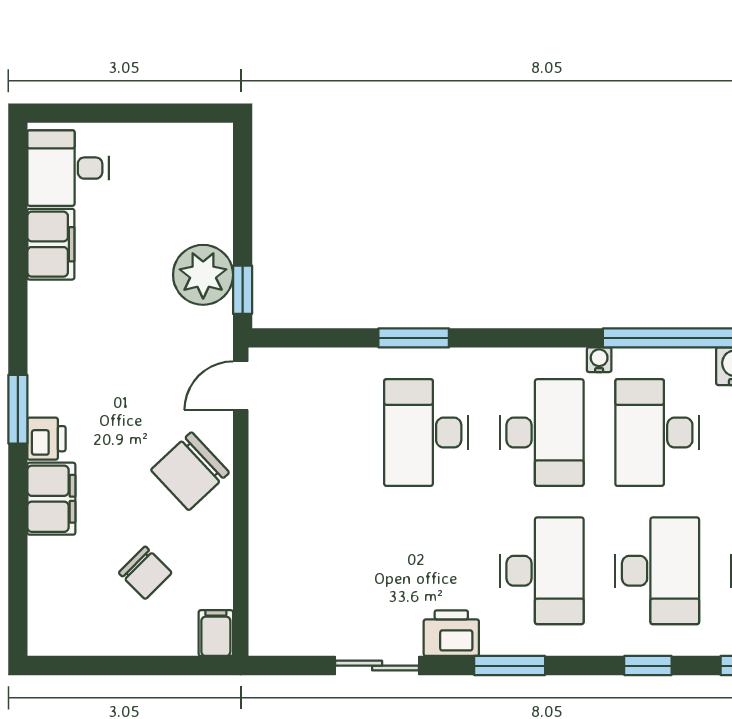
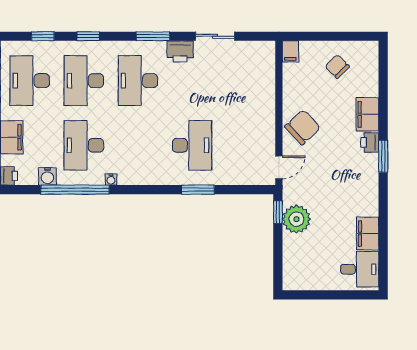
desk: (542, 433) -> (138, 145), removed
desk: (657, 433) -> (84, 145), turned 180
chair: (145, 573) -> (337, 66), moved

